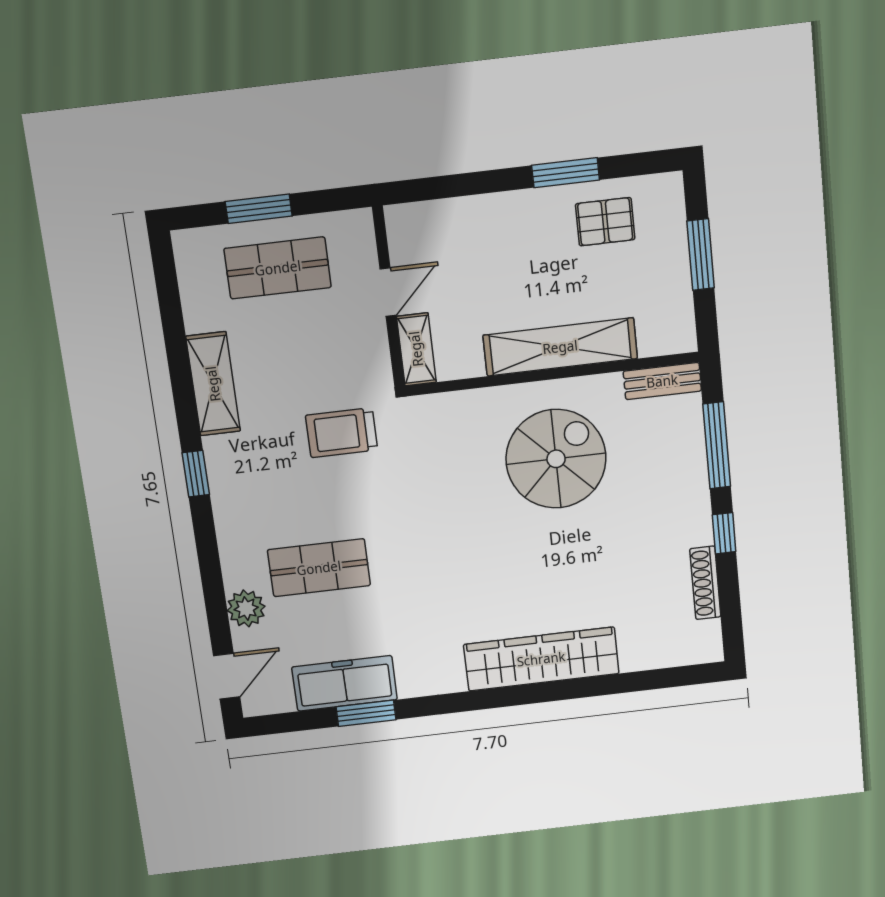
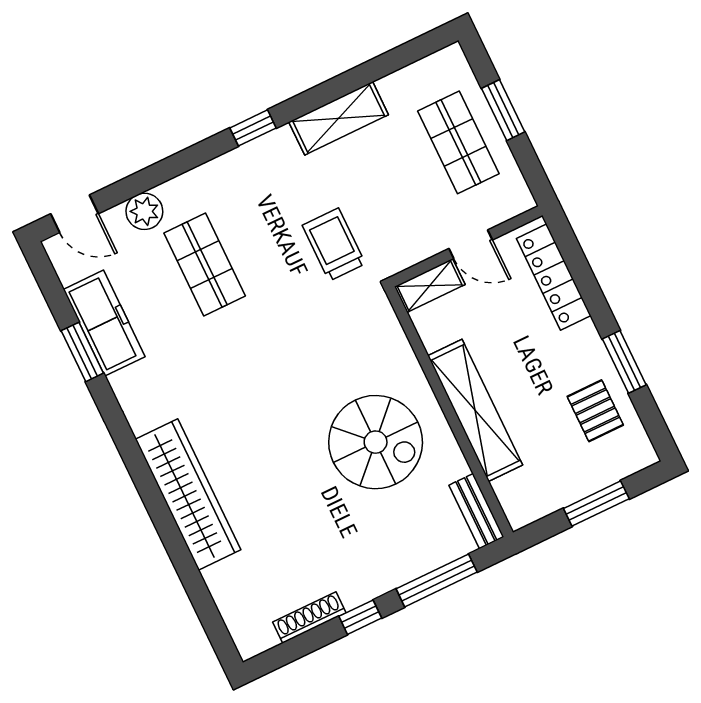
locker: (451, 217) -> (554, 277), added

